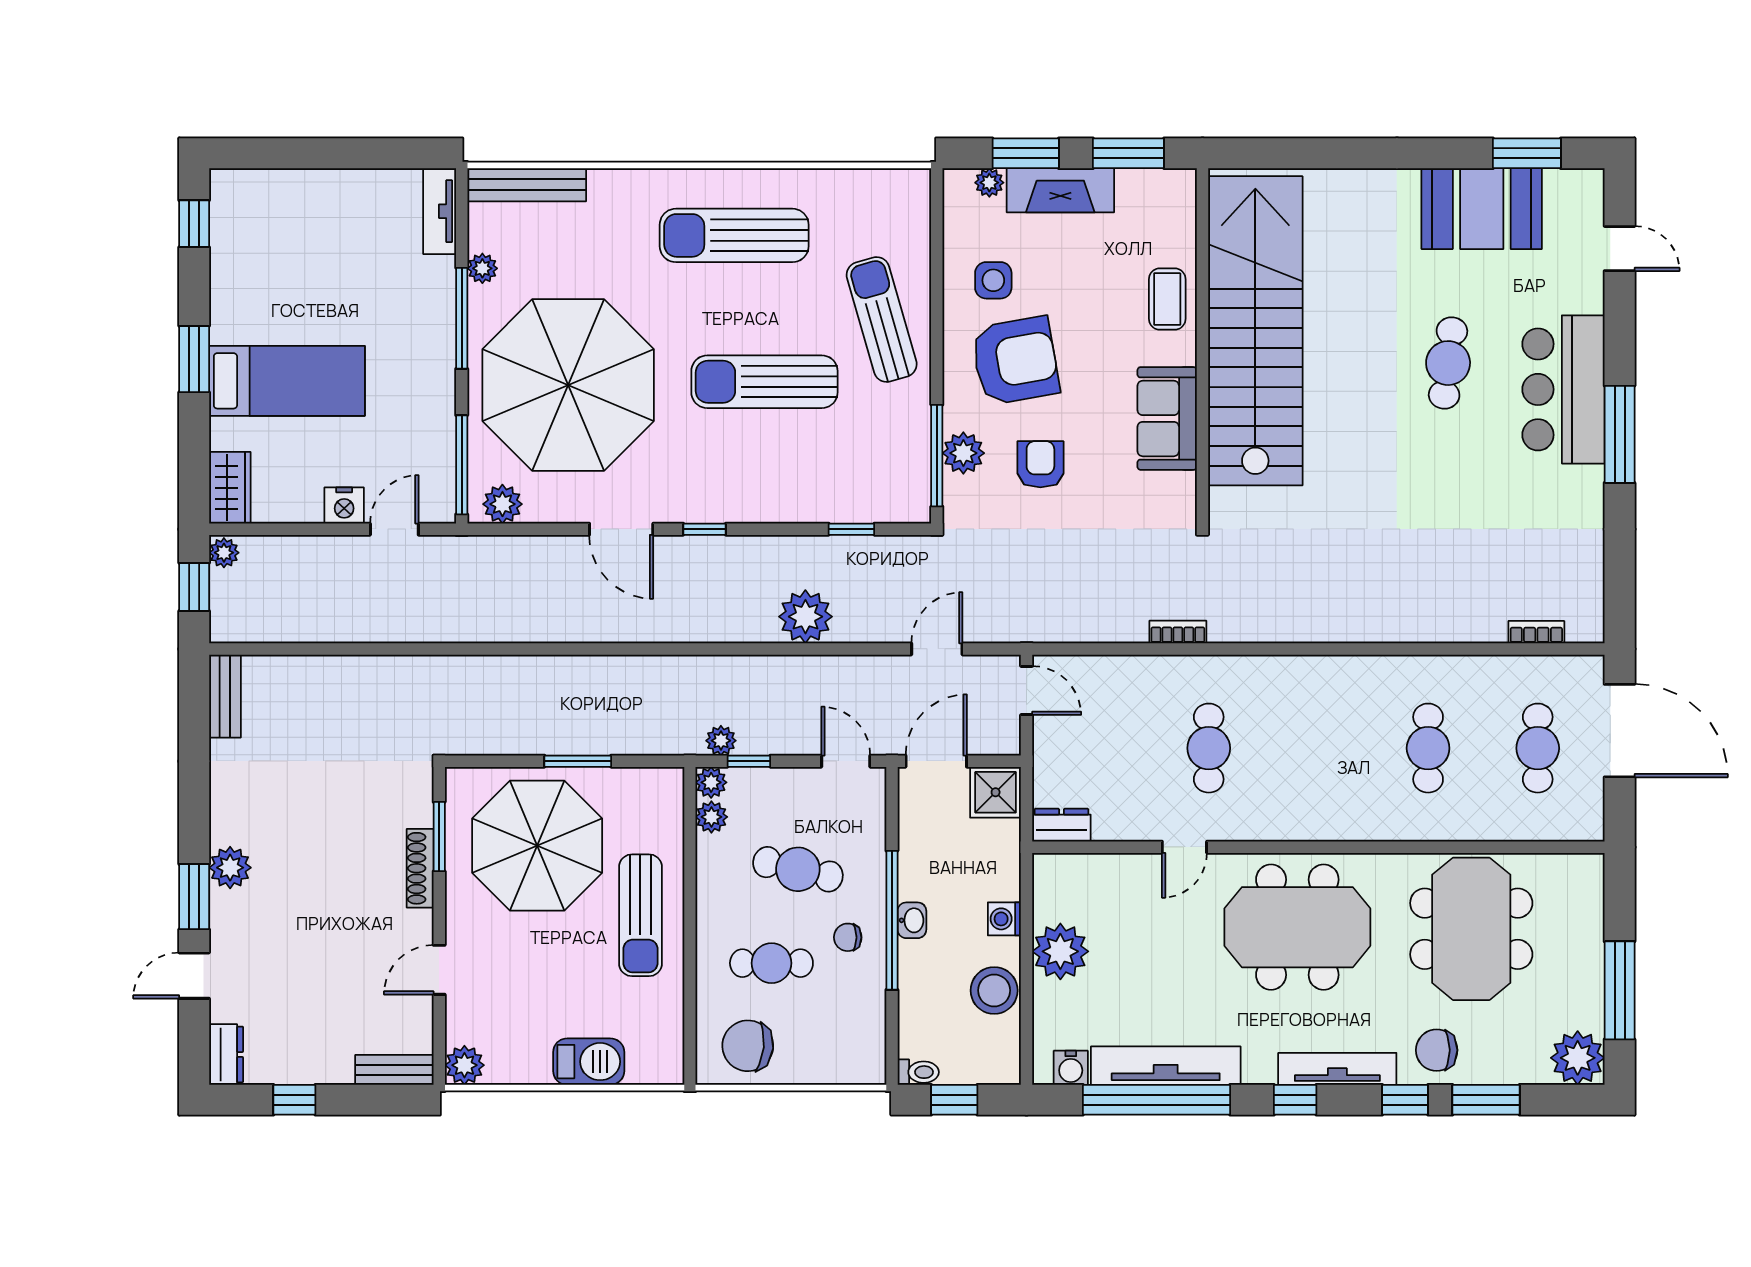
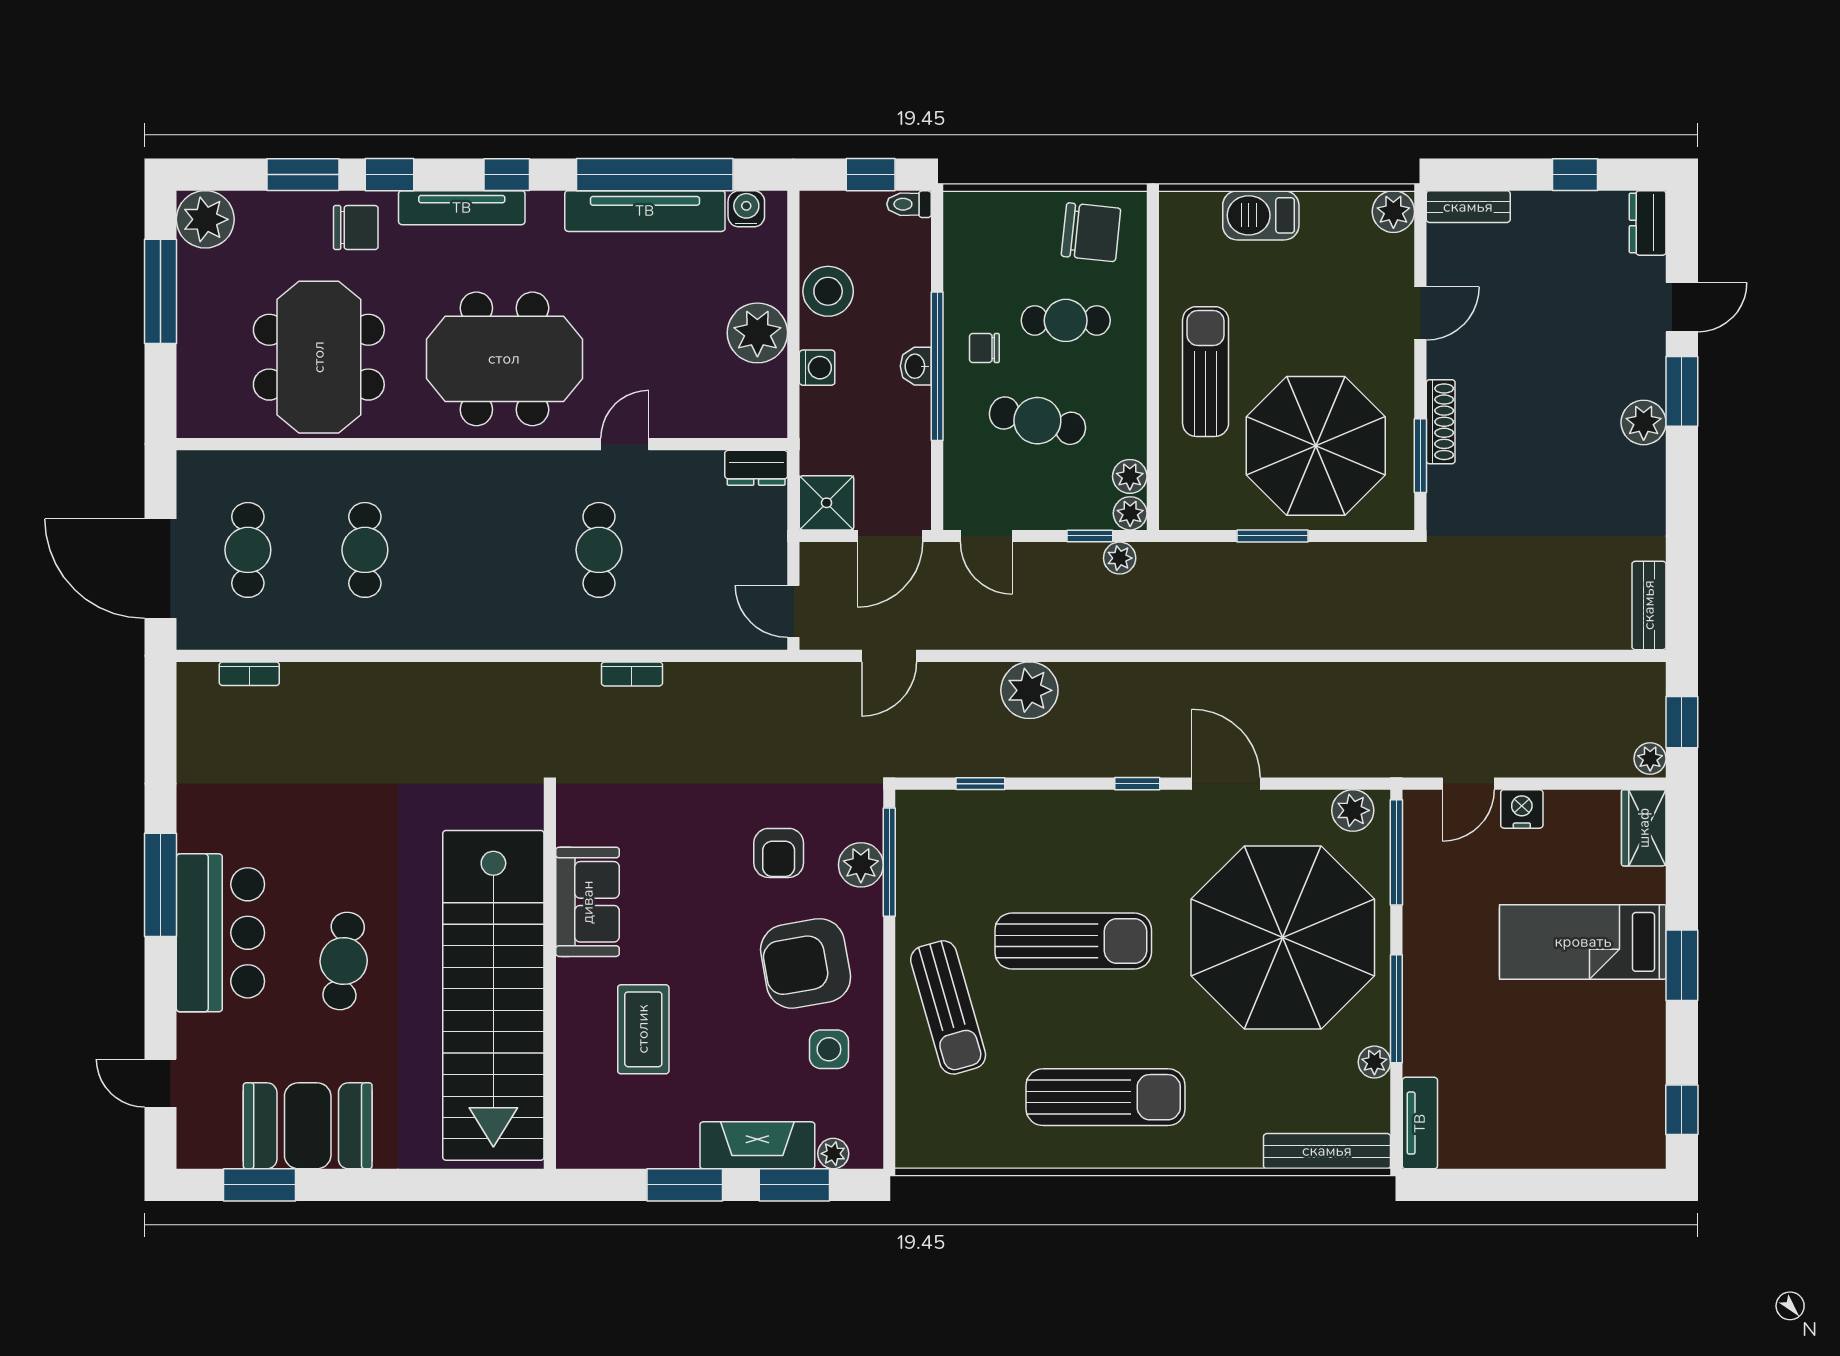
coffee table: (1167, 299) -> (643, 1029), width x1.36, depth x1.30
stairs: (1255, 331) -> (493, 995), moved
wall: (1202, 346) -> (550, 979), moved
sofa: (1167, 418) -> (588, 902), moved
chair: (848, 937) -> (984, 348), turned 180

